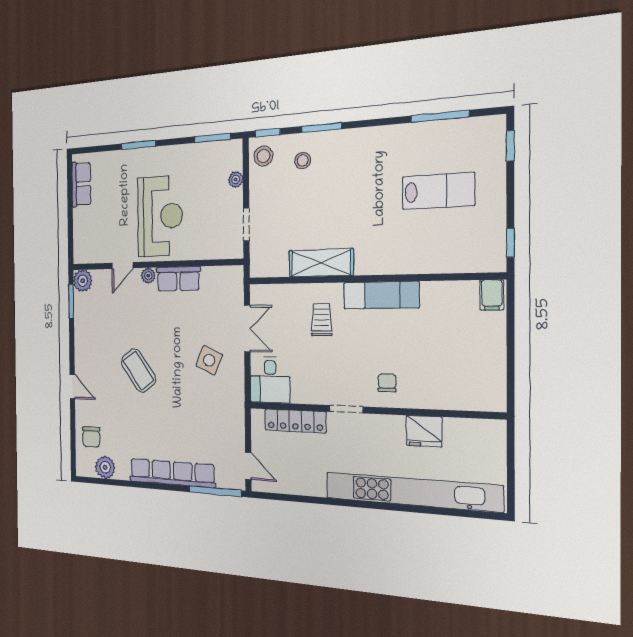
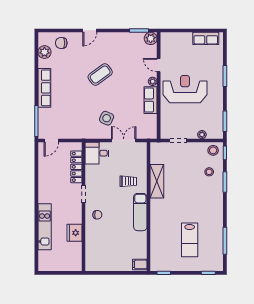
reception desk: (160, 216) -> (185, 89), turned 180
double door: (247, 329) -> (124, 140), swing flipped
row of seats: (172, 473) -> (44, 88), width x0.73
kitchen unit: (412, 492) -> (45, 227), width x0.54

